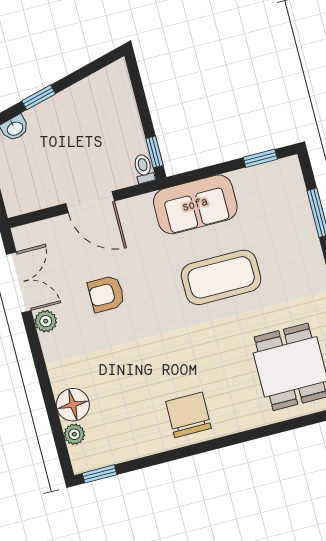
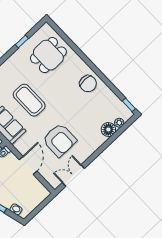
armchair: (106, 294) -> (59, 140), width x1.88, depth x1.88
plant: (46, 321) -> (82, 157), removed
chair: (189, 415) -> (88, 84), turned -90

